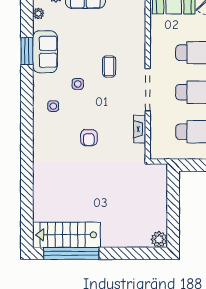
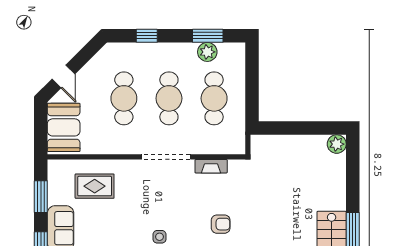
rug: (122, 27) -> (95, 186), added
coffee table: (109, 67) -> (140, 201), removed

